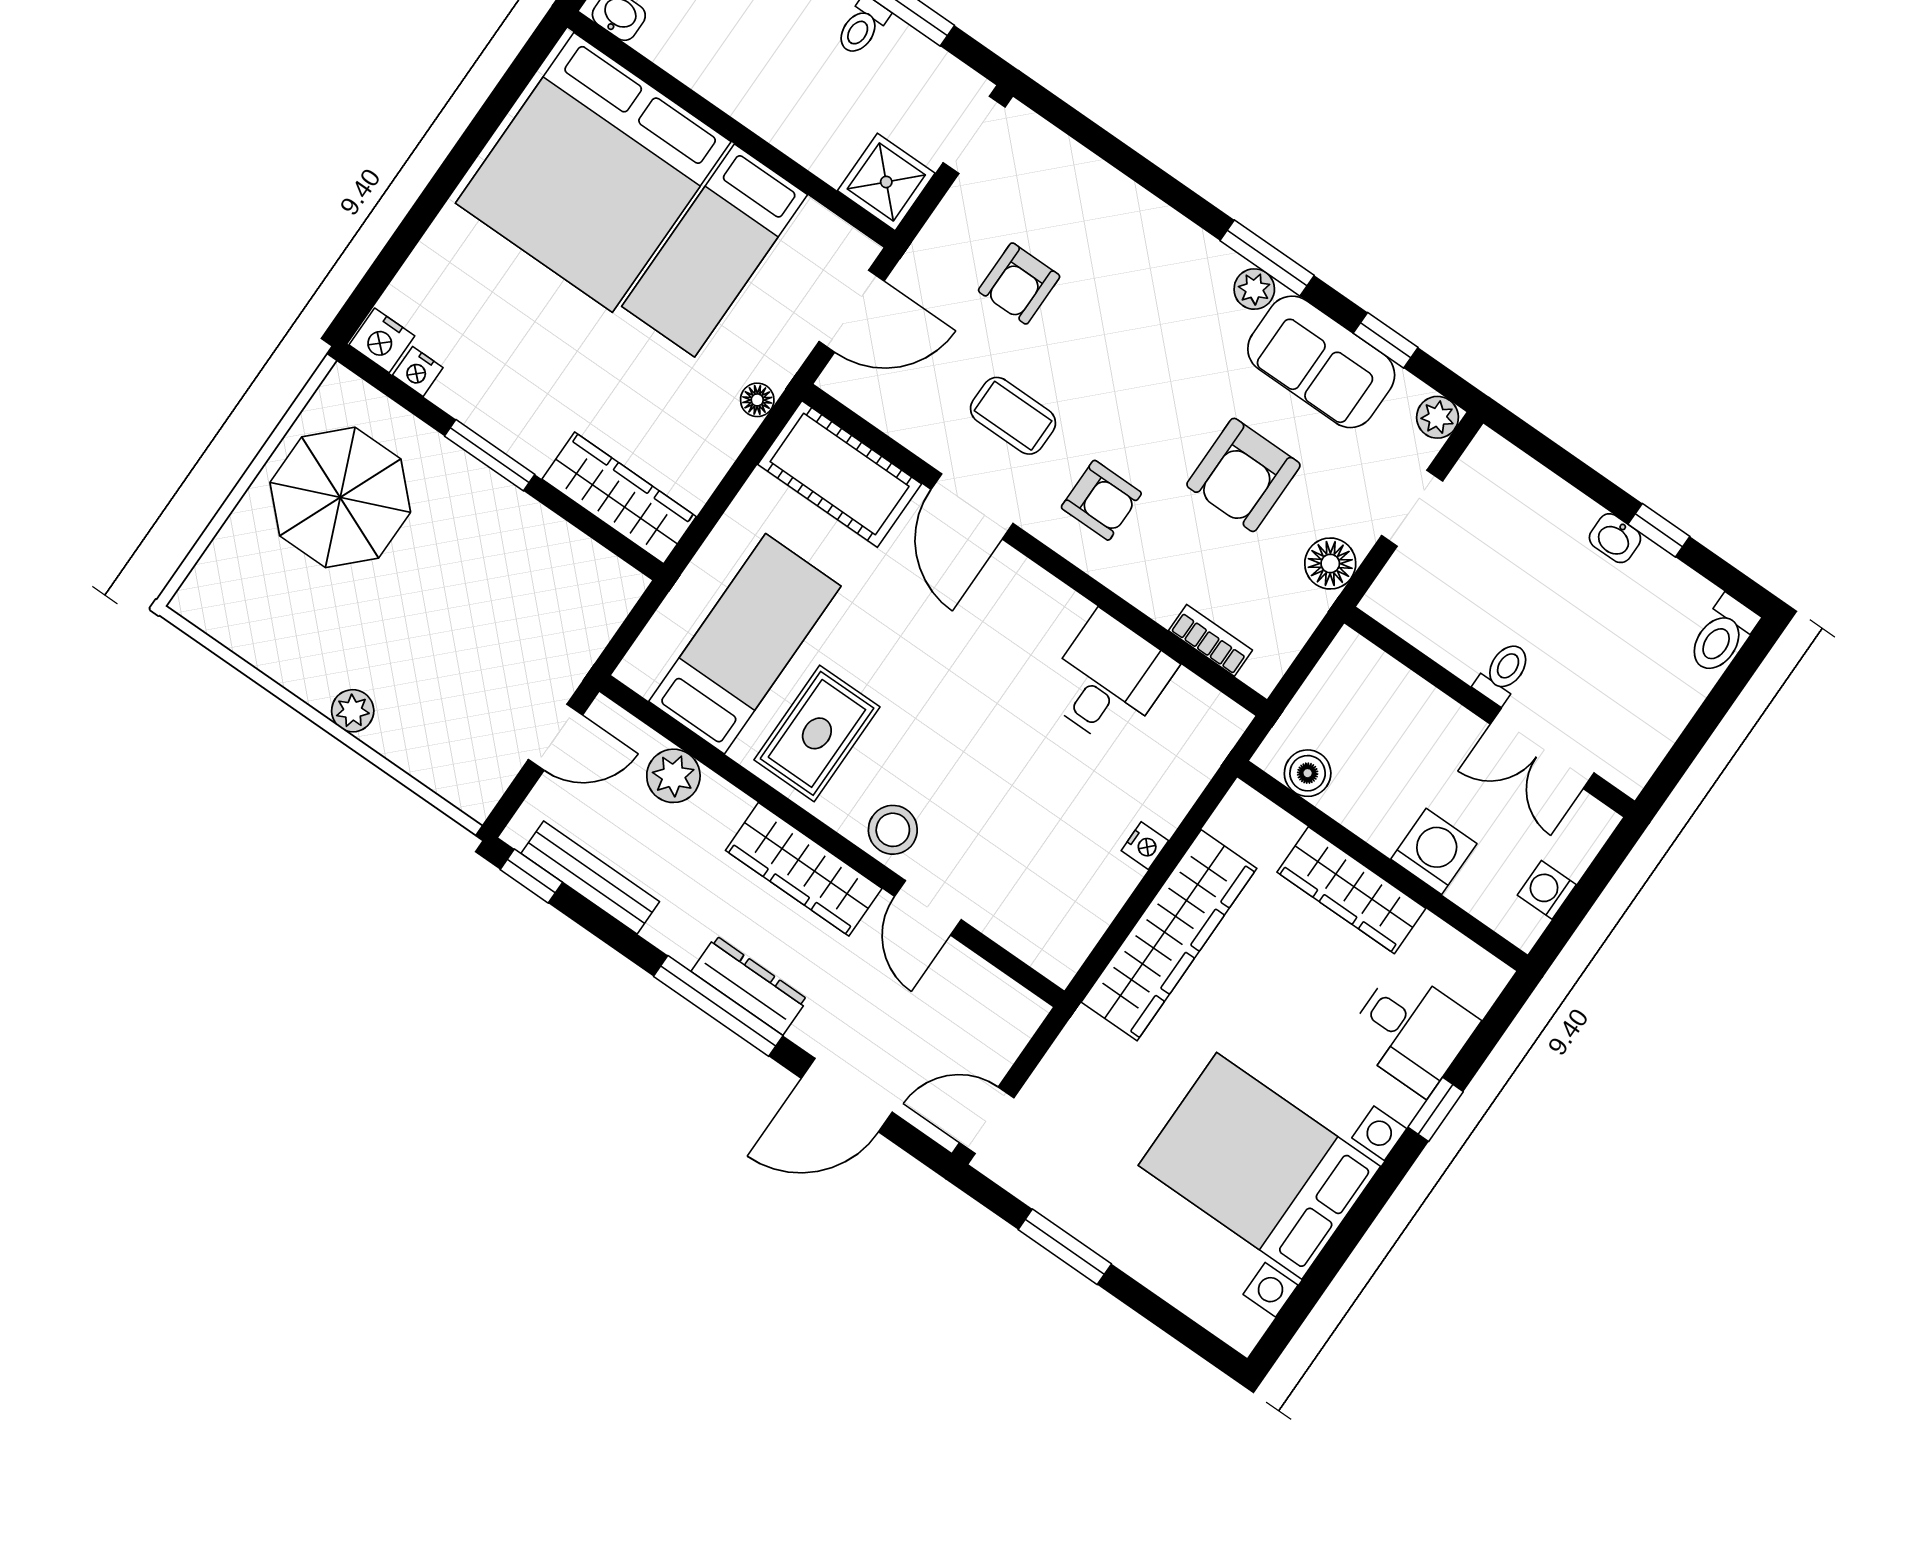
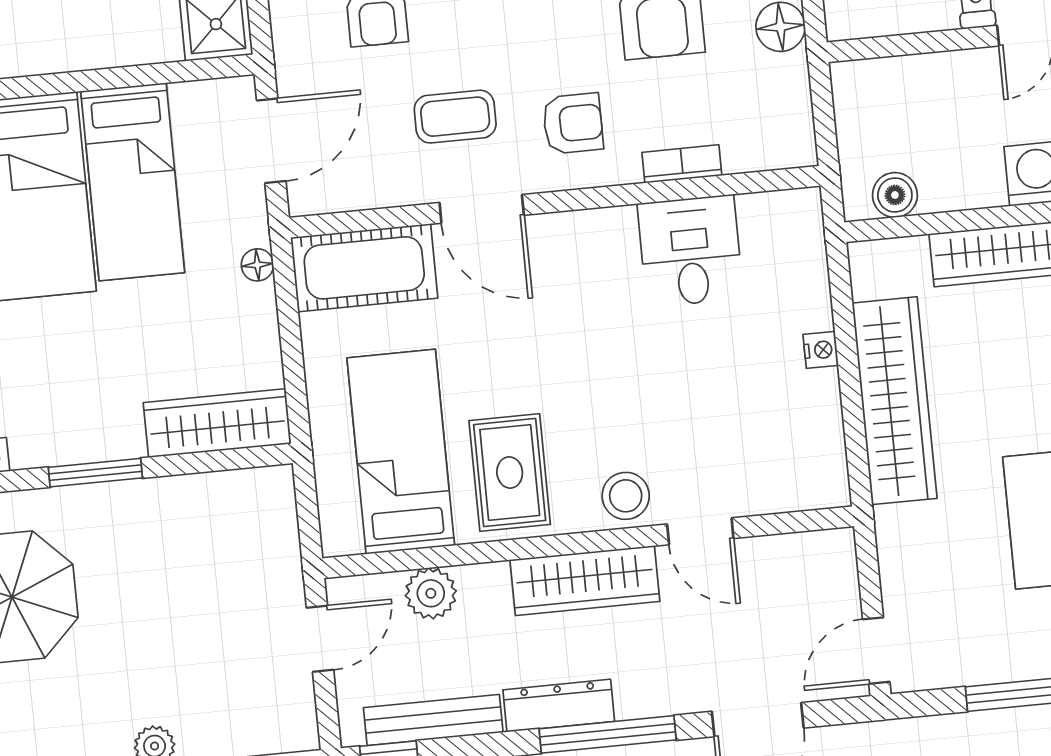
bookcase: (1210, 640) -> (682, 164), moved
dresser: (749, 985) -> (559, 706), moved

